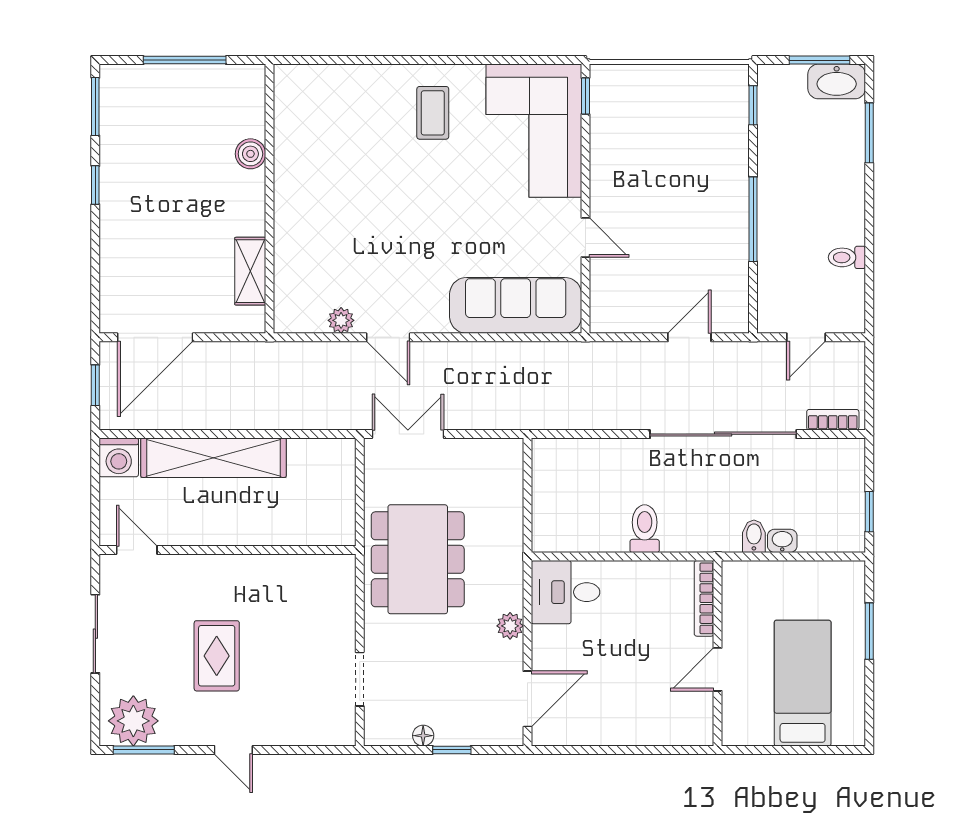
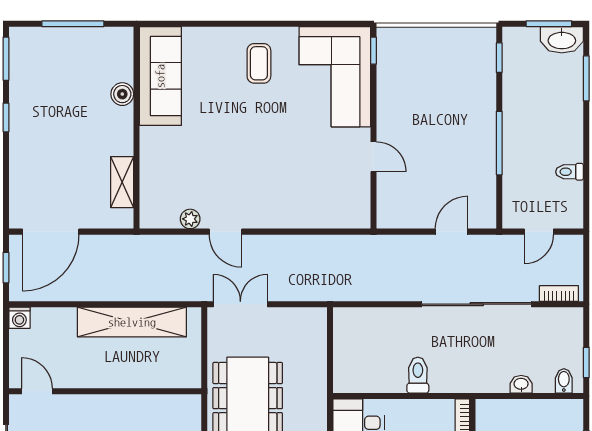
sofa: (516, 305) -> (160, 76), moved, turned 90
washing machine: (119, 457) -> (19, 318), width x0.73, depth x0.73
shelving: (214, 458) -> (132, 322), moved
bidet: (754, 536) -> (564, 381), moved

